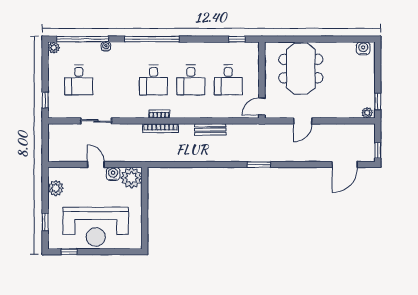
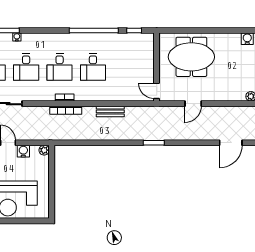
window: (152, 39) -> (94, 30), moved
meeting table: (301, 69) -> (191, 57), turned 90
desk: (228, 80) -> (26, 67), moved
door: (262, 107) -> (157, 91), hinge flipped
plant: (131, 178) -> (44, 150), width x0.53, depth x0.53

